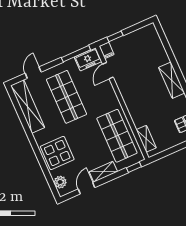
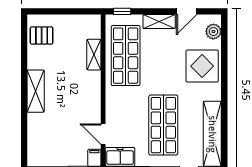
door: (108, 71) -> (103, 134), swing flipped
shelving: (146, 139) -> (94, 55), moved

